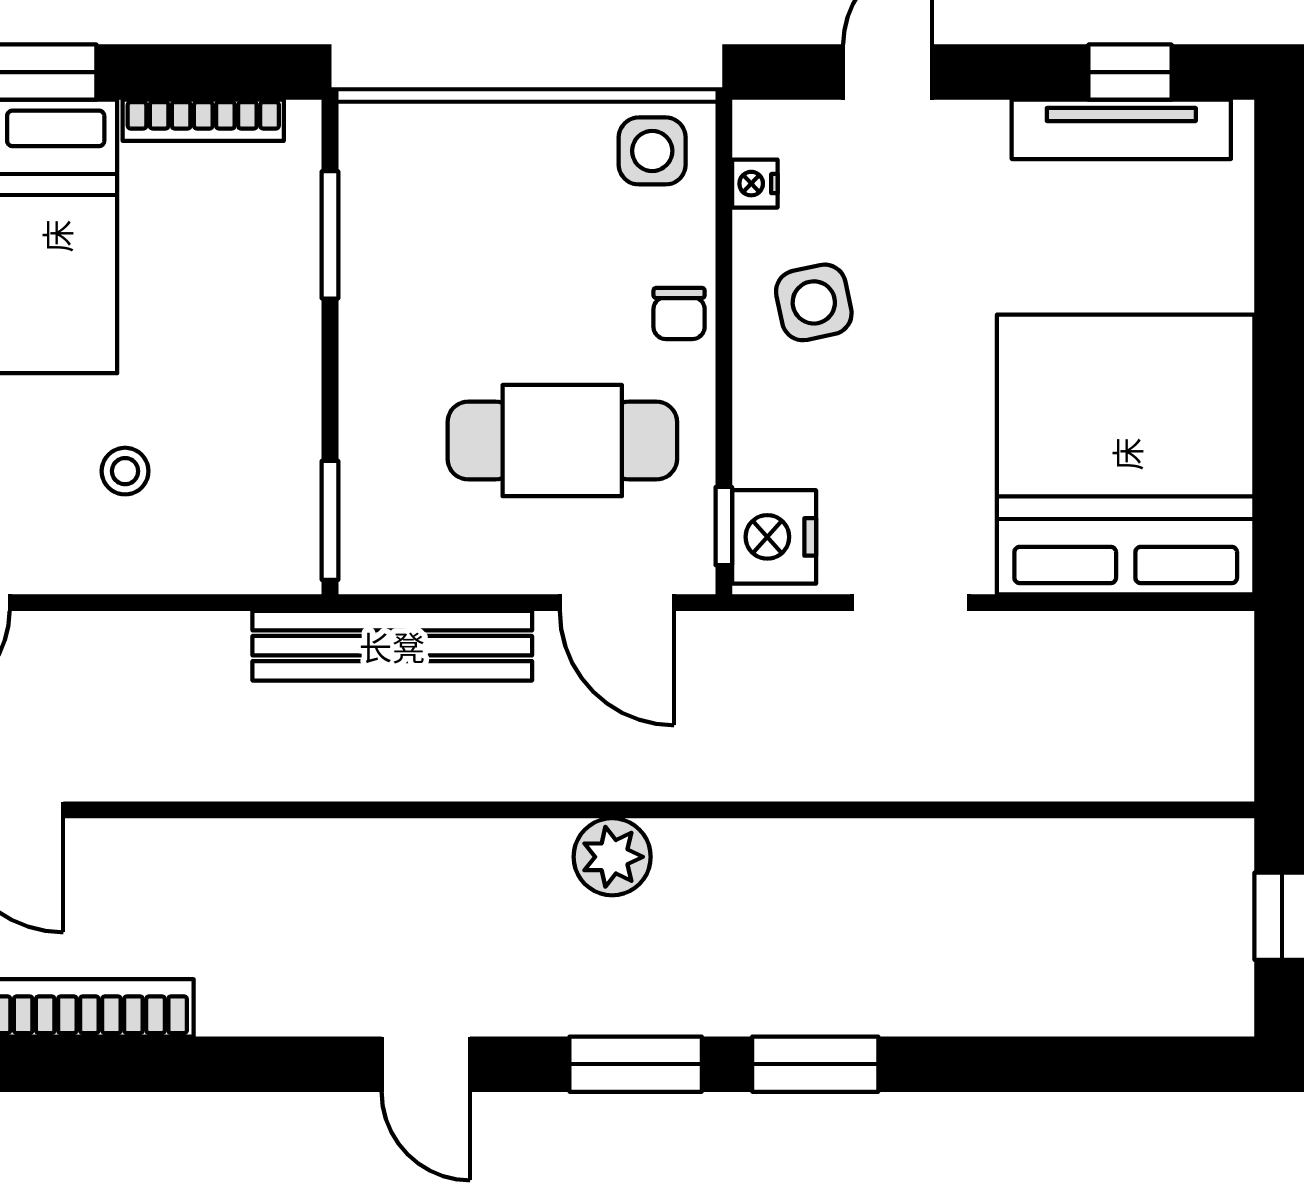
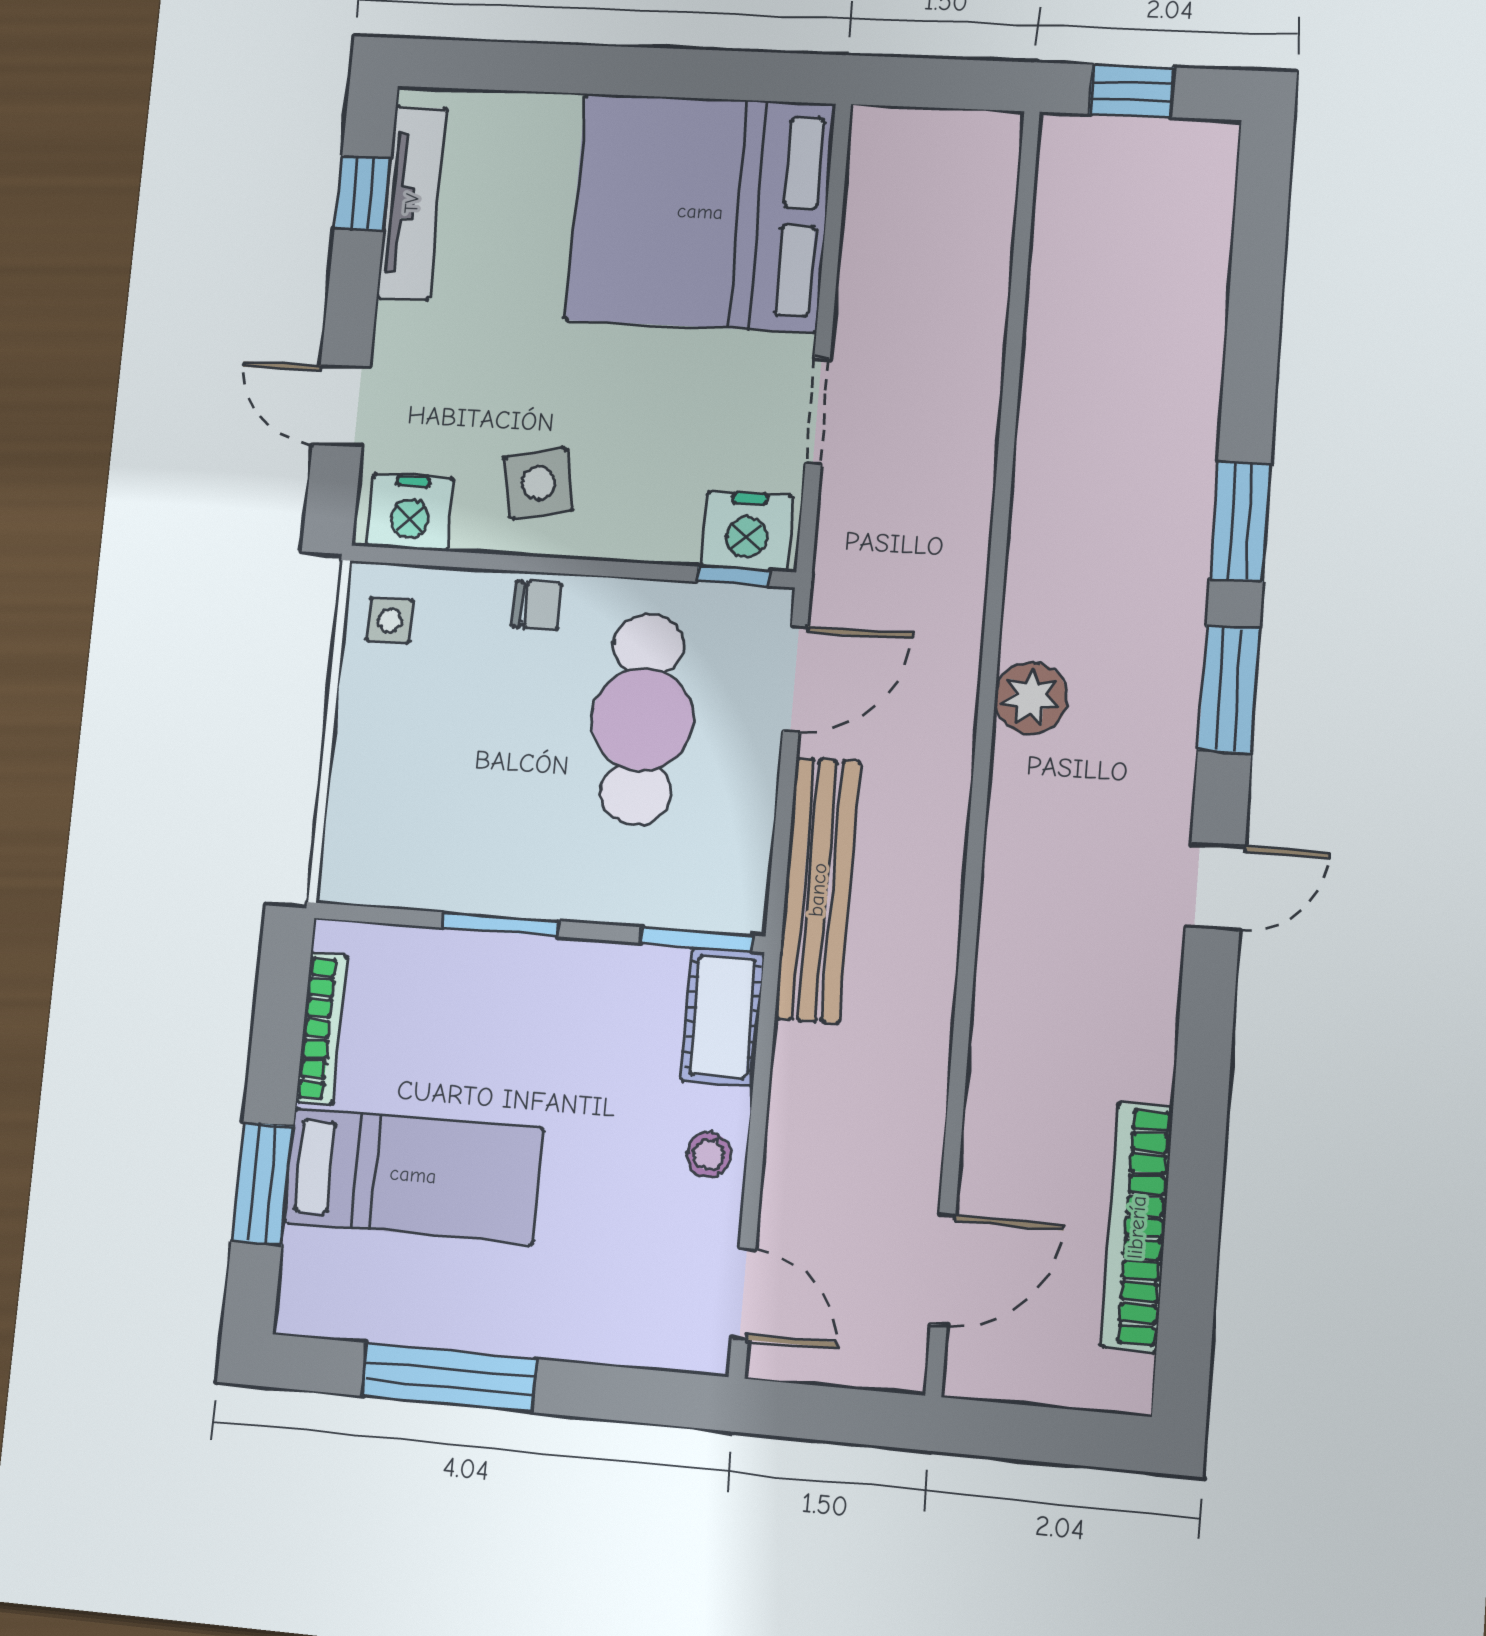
side table: (652, 151) -> (390, 620), width x0.73, depth x0.73
nightstand: (755, 184) -> (410, 513), width x1.89, depth x1.79
window: (330, 235) -> (500, 924), moved
stool: (125, 471) -> (709, 1155), moved
cot: (250, 555) -> (723, 1017), added

